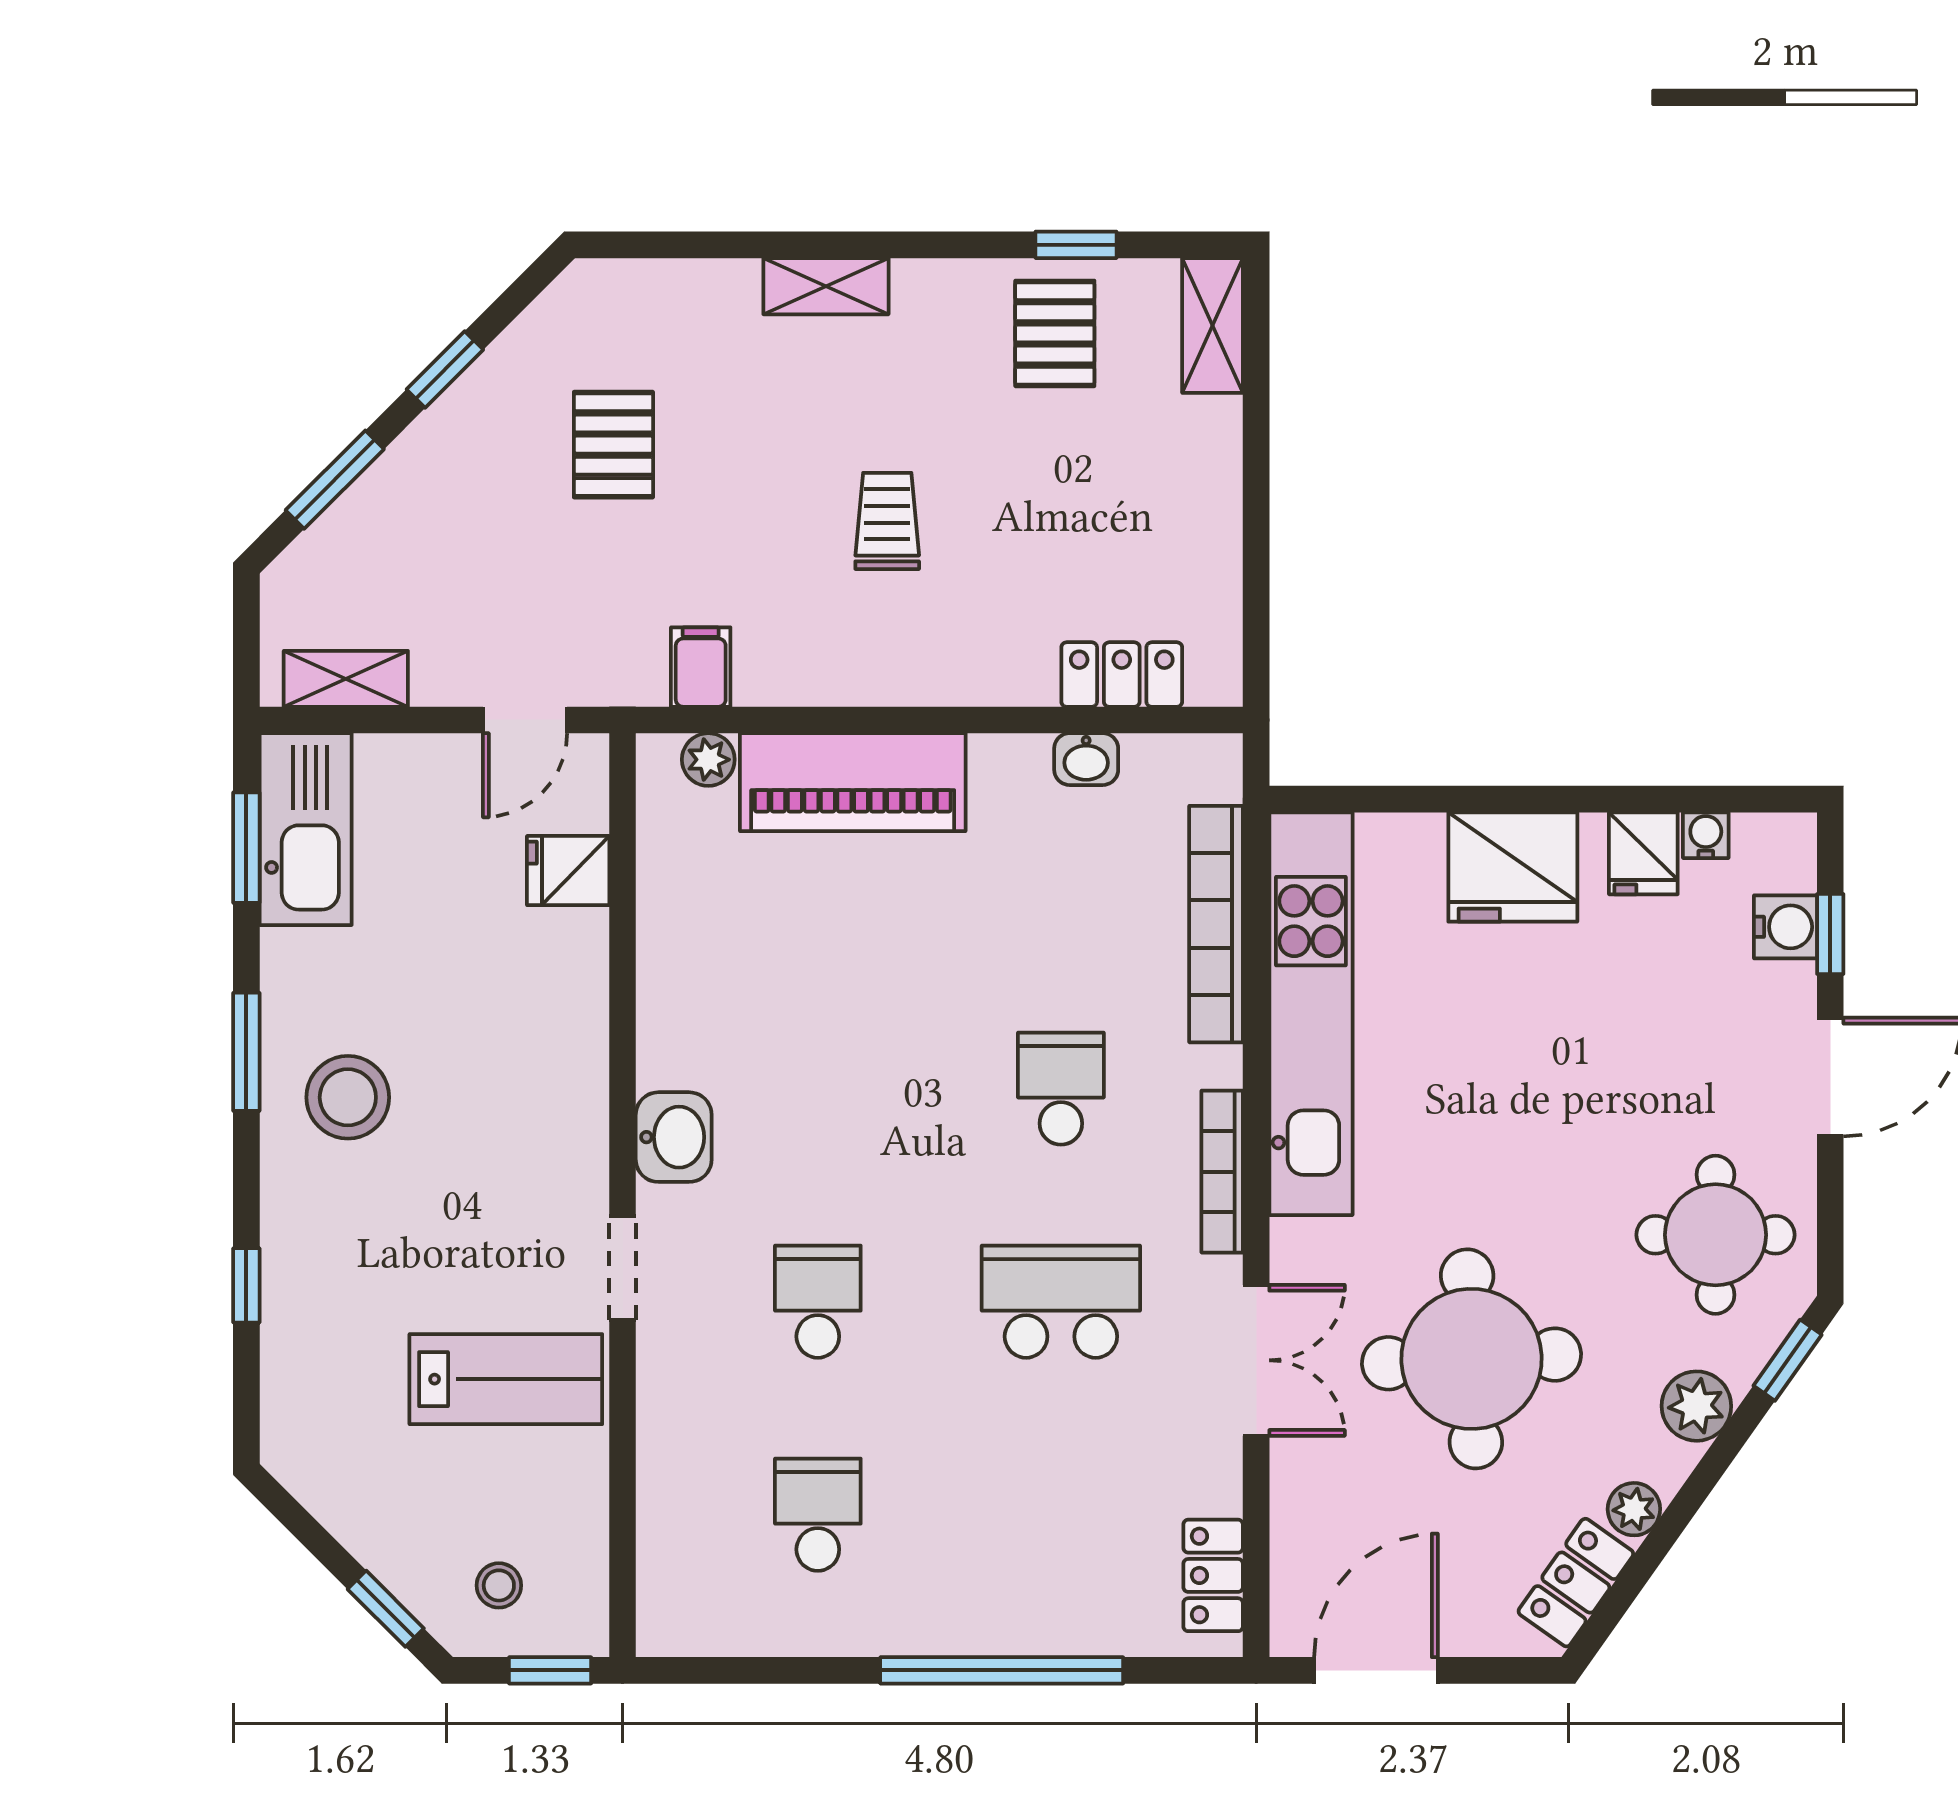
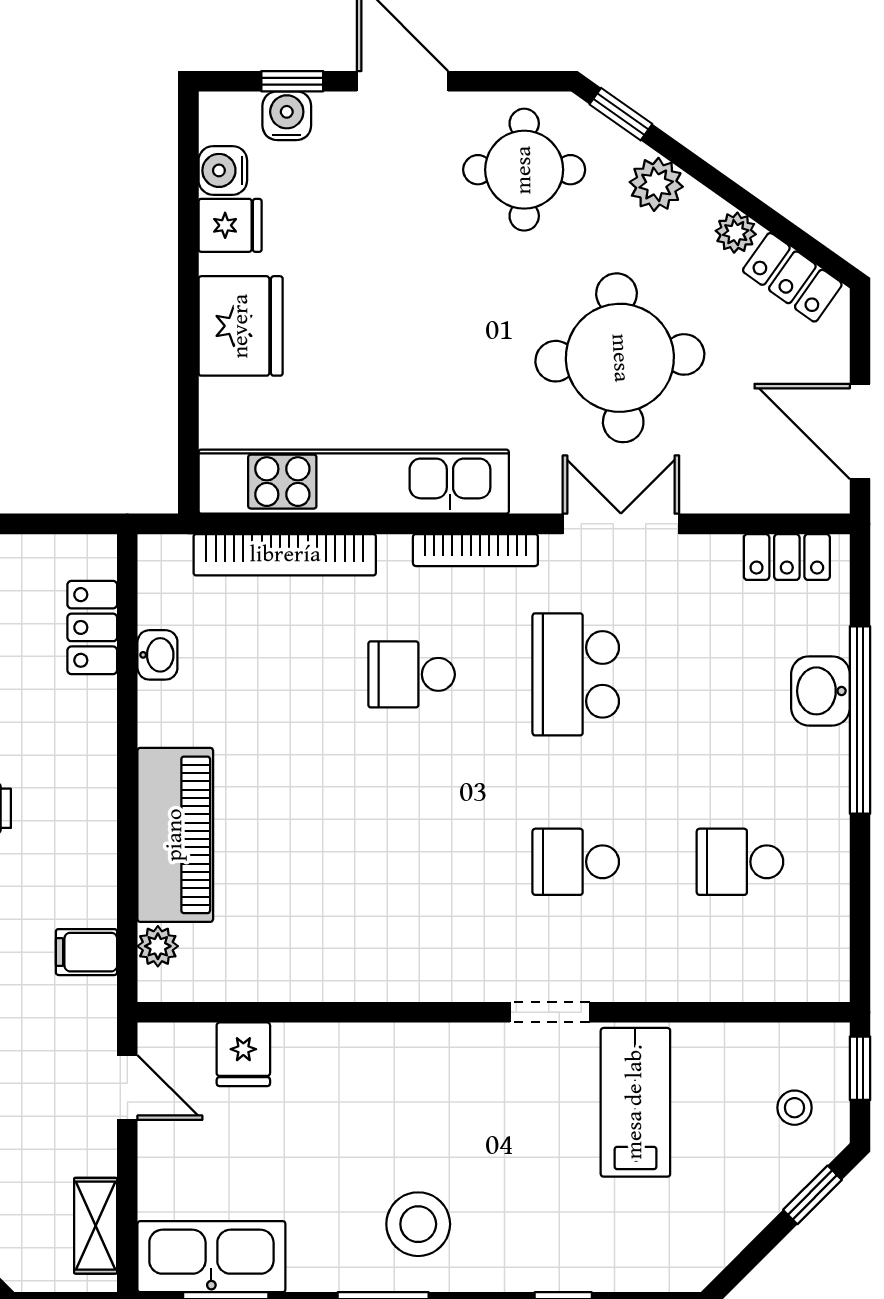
water cooler: (1706, 835) -> (223, 170), width x1.38, depth x1.38
washbasin: (674, 1137) -> (821, 691), moved, turned -90

